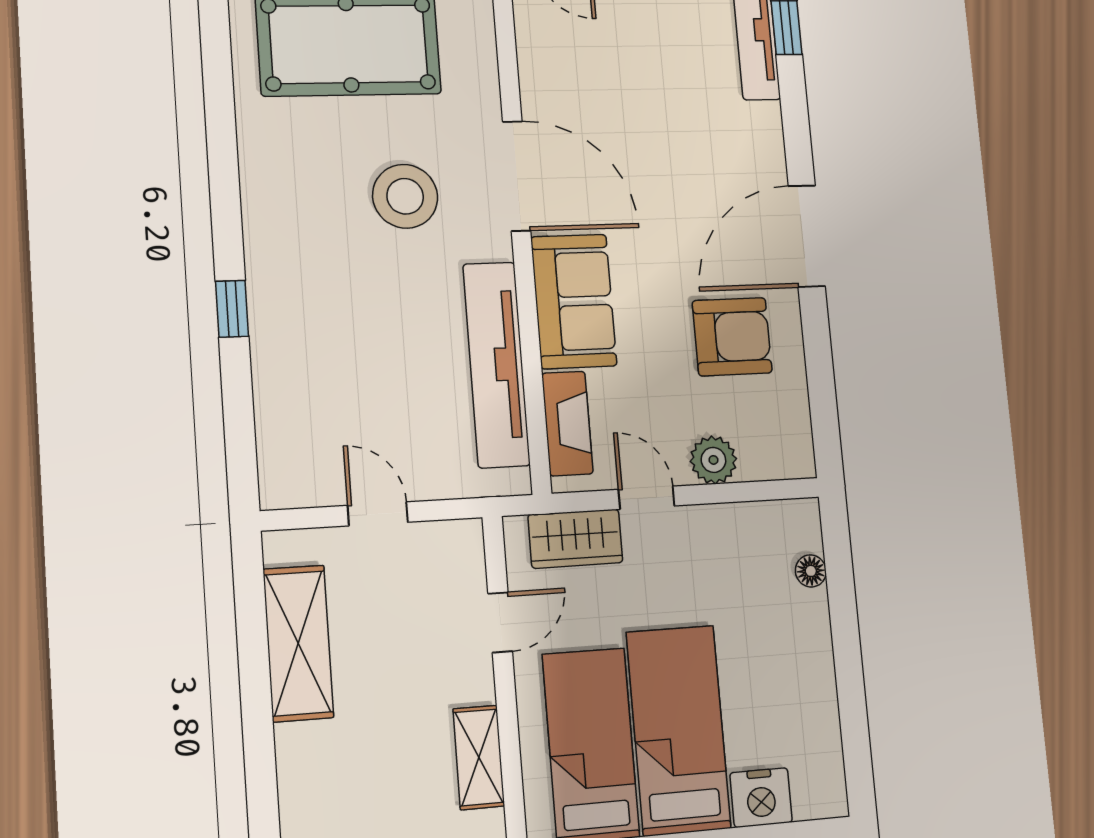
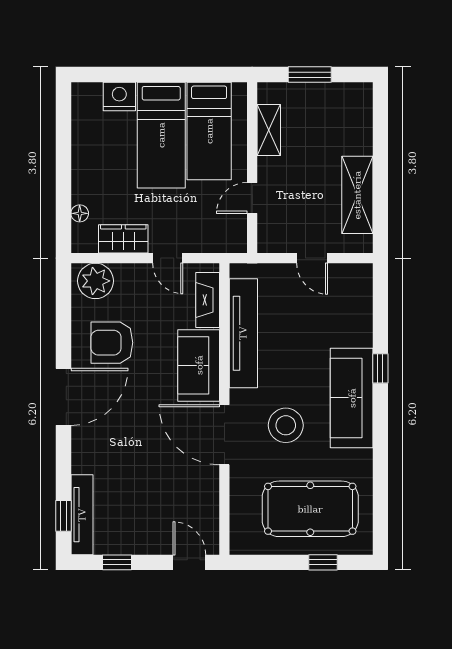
sofa: (284, 251) -> (352, 398), added
plant: (713, 460) -> (96, 281), moved, width x1.36, depth x1.36
wardrobe: (575, 539) -> (123, 239), moved

